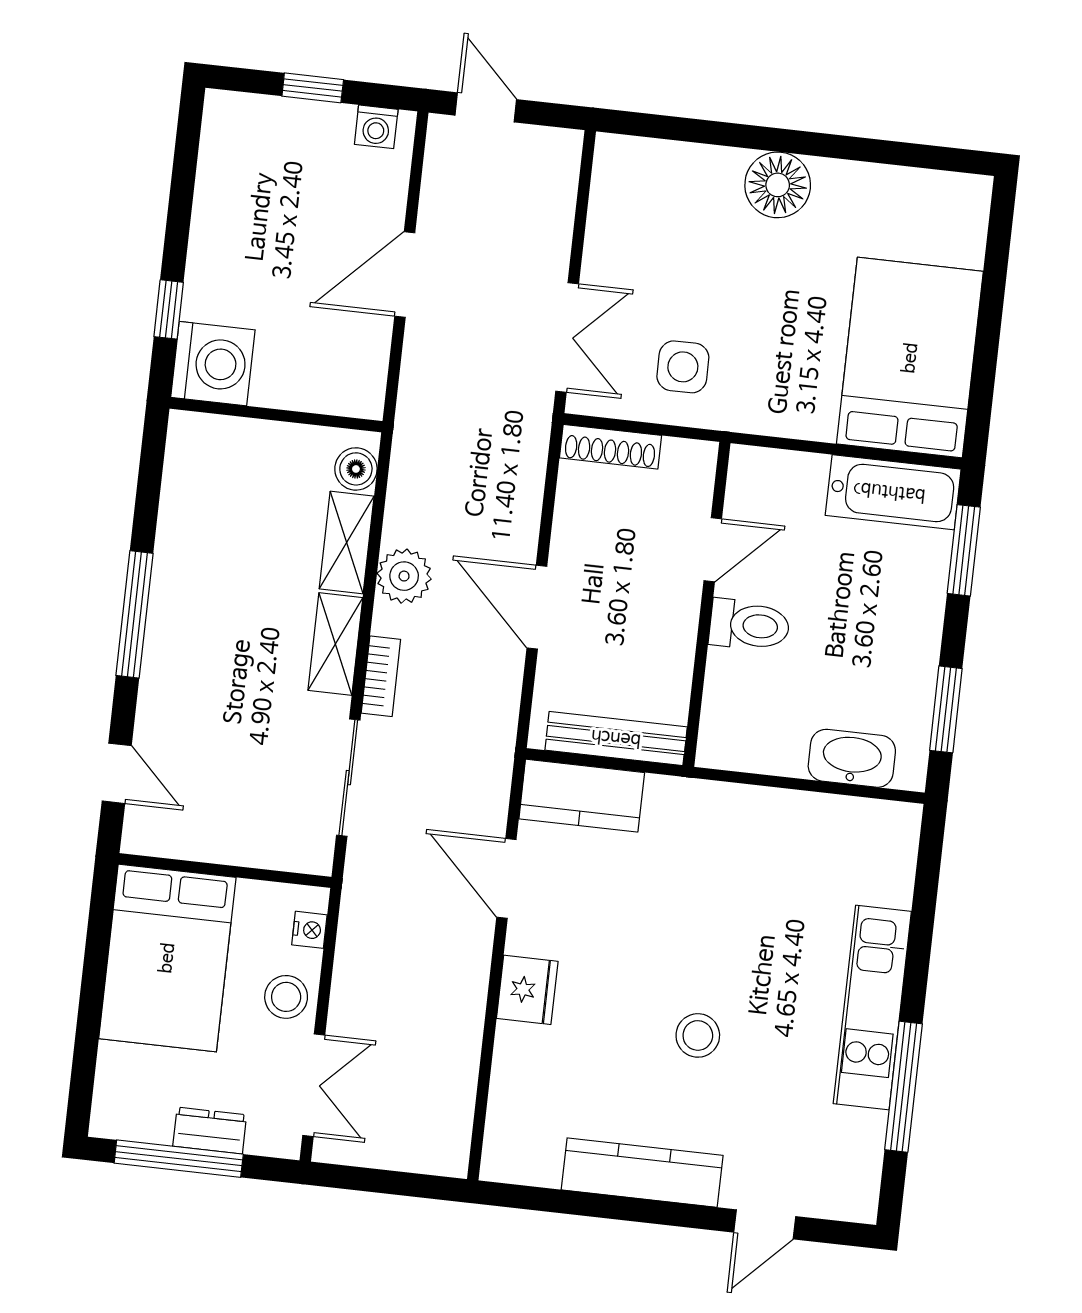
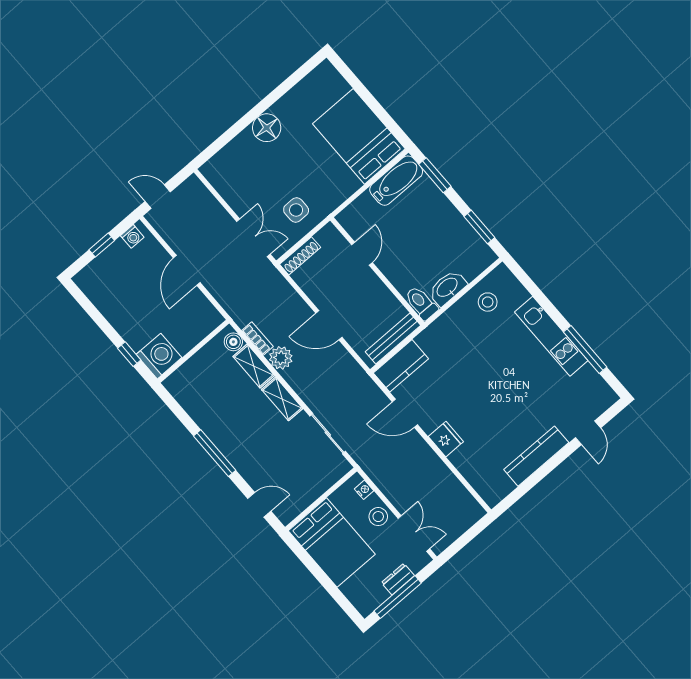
toilet: (749, 625) -> (421, 303), moved, turned -90
bookcase: (381, 676) -> (257, 339), moved
washbasin: (852, 758) -> (447, 288), moved
stool: (698, 1035) -> (488, 302), moved

